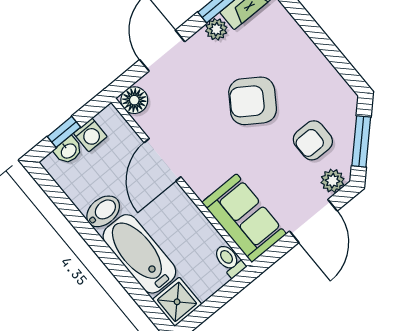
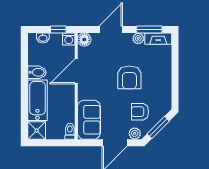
armchair: (253, 101) -> (129, 77), turned -124
window: (64, 132) -> (58, 29), moved
washing machine: (90, 135) -> (69, 39), moved

